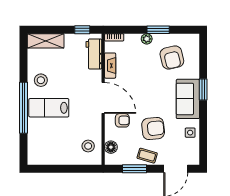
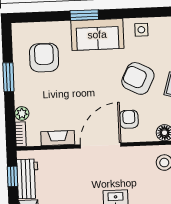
plant: (147, 39) -> (22, 113), moved
workbench: (94, 54) -> (28, 179), moved, turned -90
armchair: (172, 58) -> (44, 58), turned -77
armchair: (153, 129) -> (138, 78), turned -57

